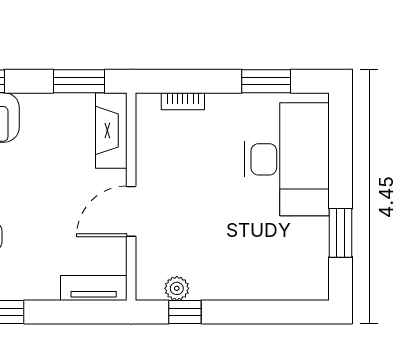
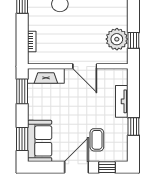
tv unit: (94, 288) -> (122, 101), moved
plant: (177, 288) -> (117, 39), width x1.88, depth x1.88

